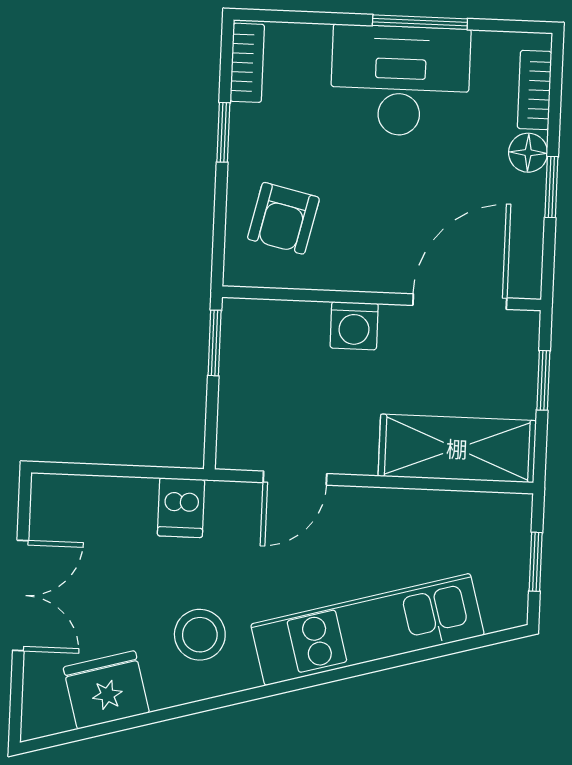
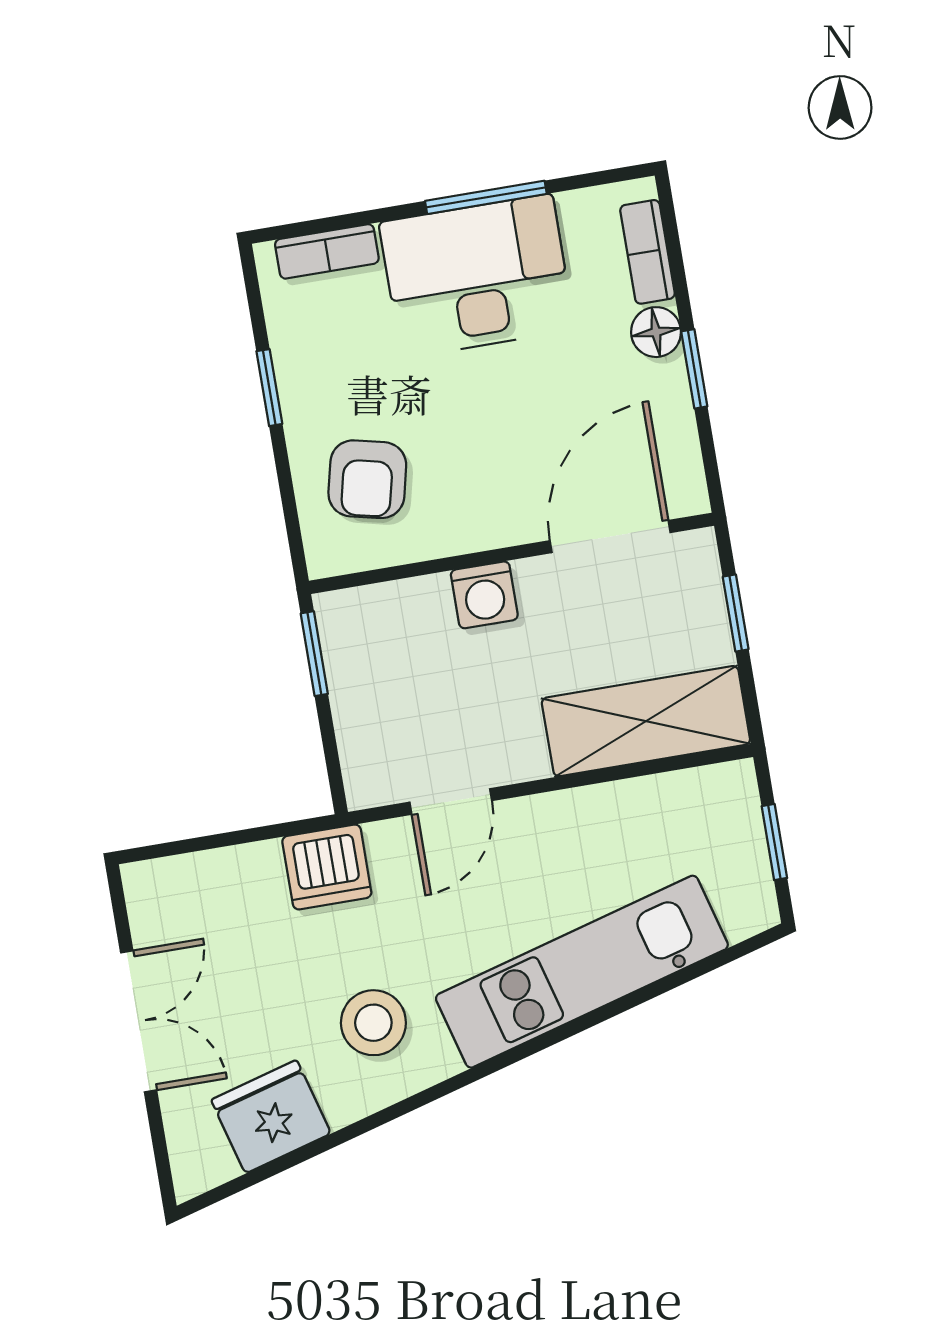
bookcase: (247, 63) -> (327, 251), moved, turned 90
dishwasher: (181, 508) -> (327, 867), width x1.38

